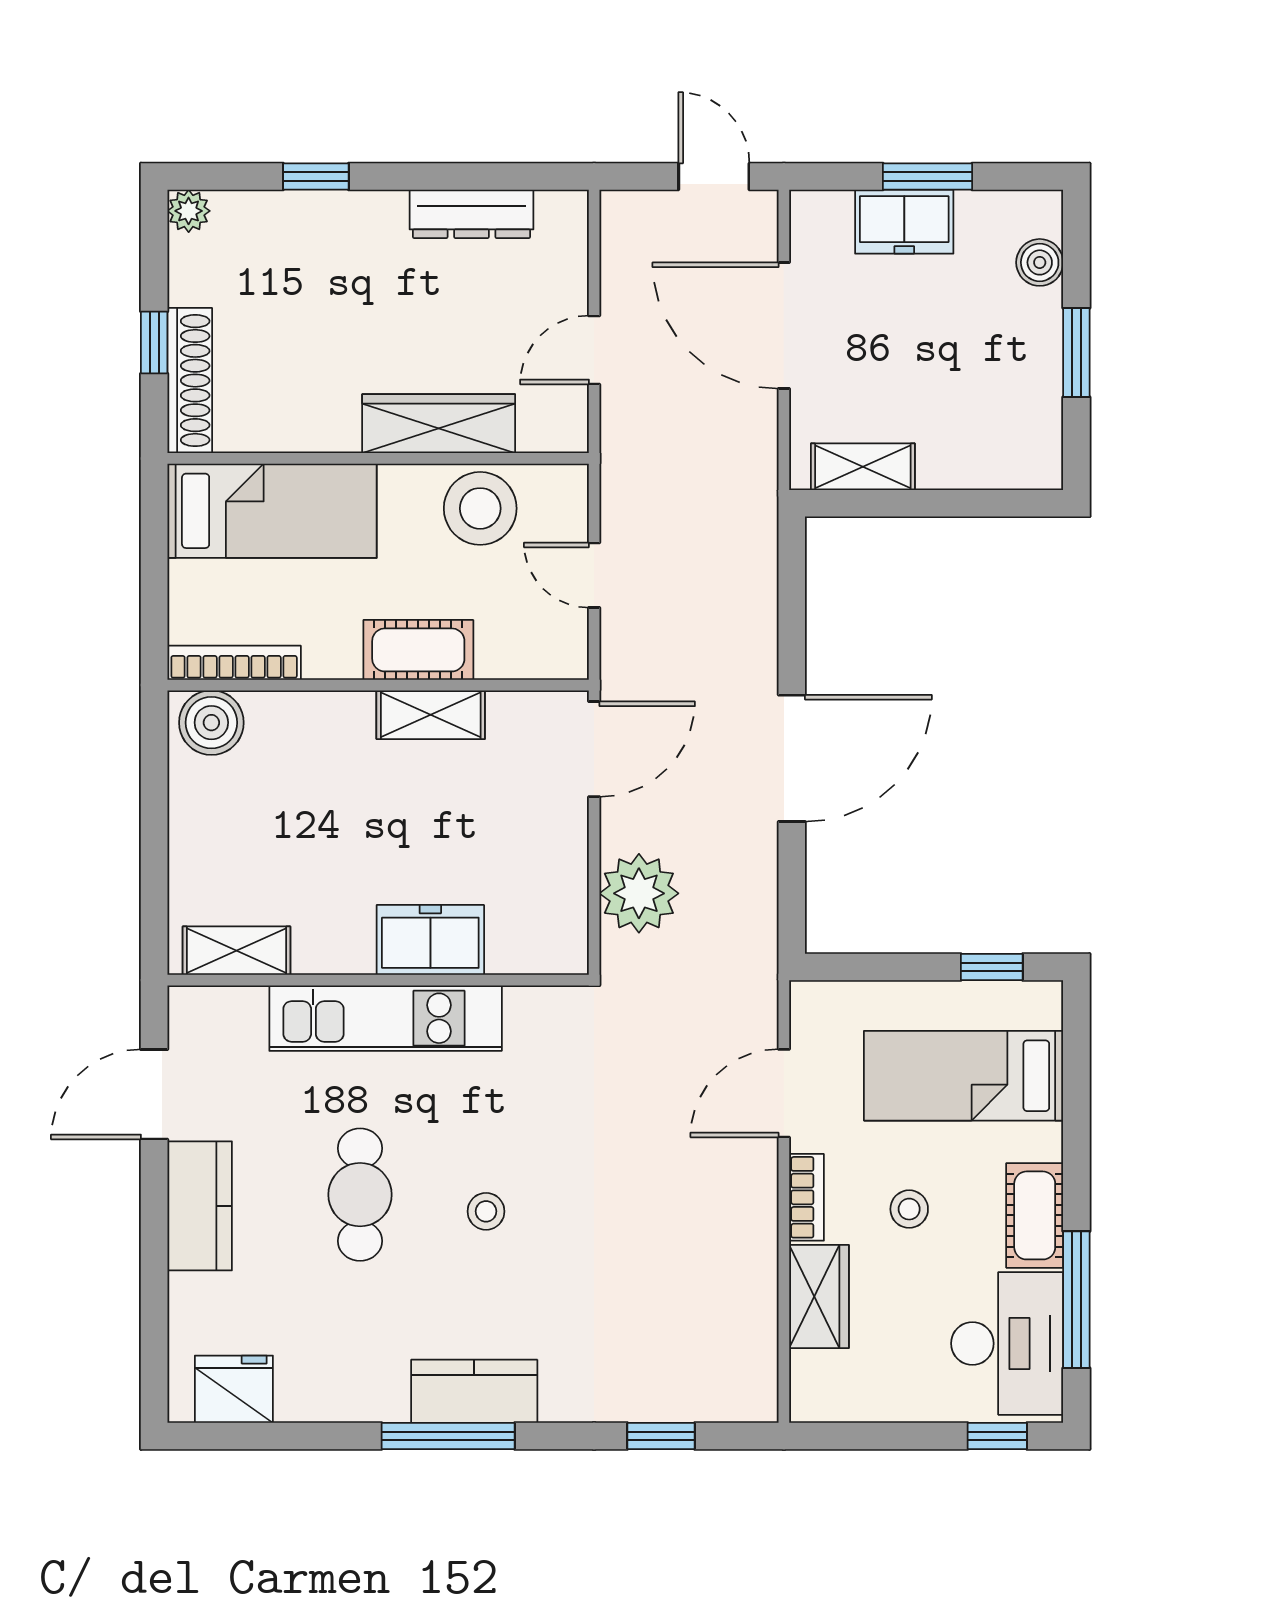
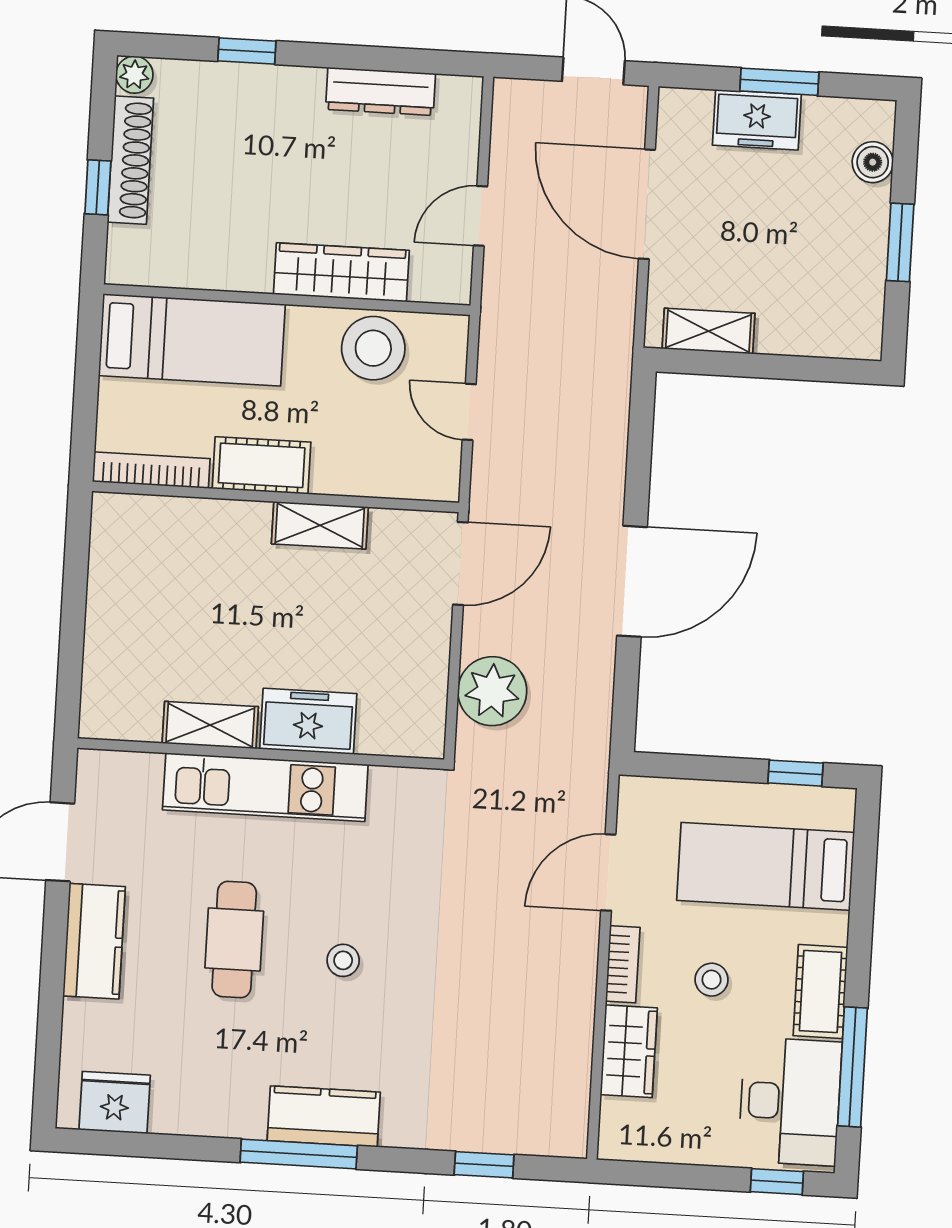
shoe rack: (190, 381) -> (130, 160), moved
cot: (418, 650) -> (262, 465), moved
boiler: (211, 723) -> (129, 521), removed
shelving: (237, 951) -> (210, 725), moved

